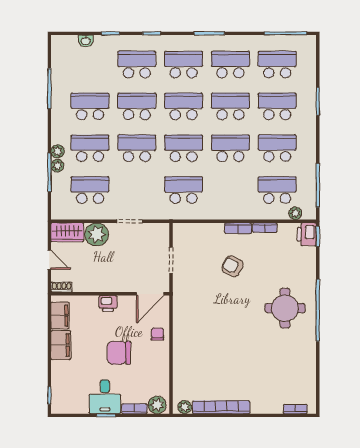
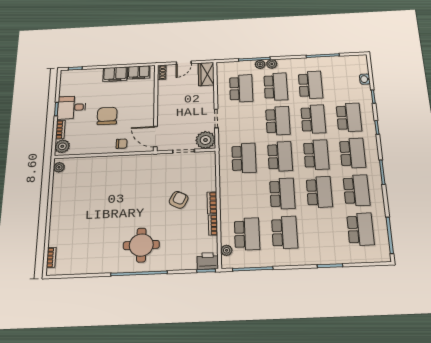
school desk: (277, 106) -> (322, 231), removed
plant: (97, 234) -> (205, 140), moved
printer: (108, 303) -> (148, 106), removed
bookcase: (221, 407) -> (57, 196), removed

